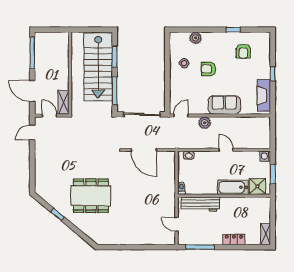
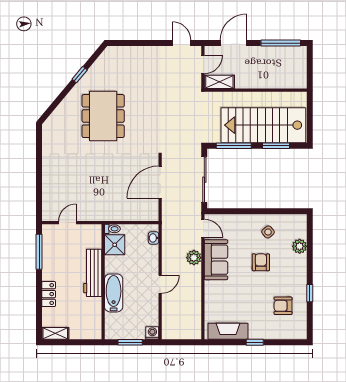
sofa: (224, 105) -> (216, 260), moved
shower: (257, 186) -> (115, 245), moved
workbench: (201, 204) -> (93, 273), moved

